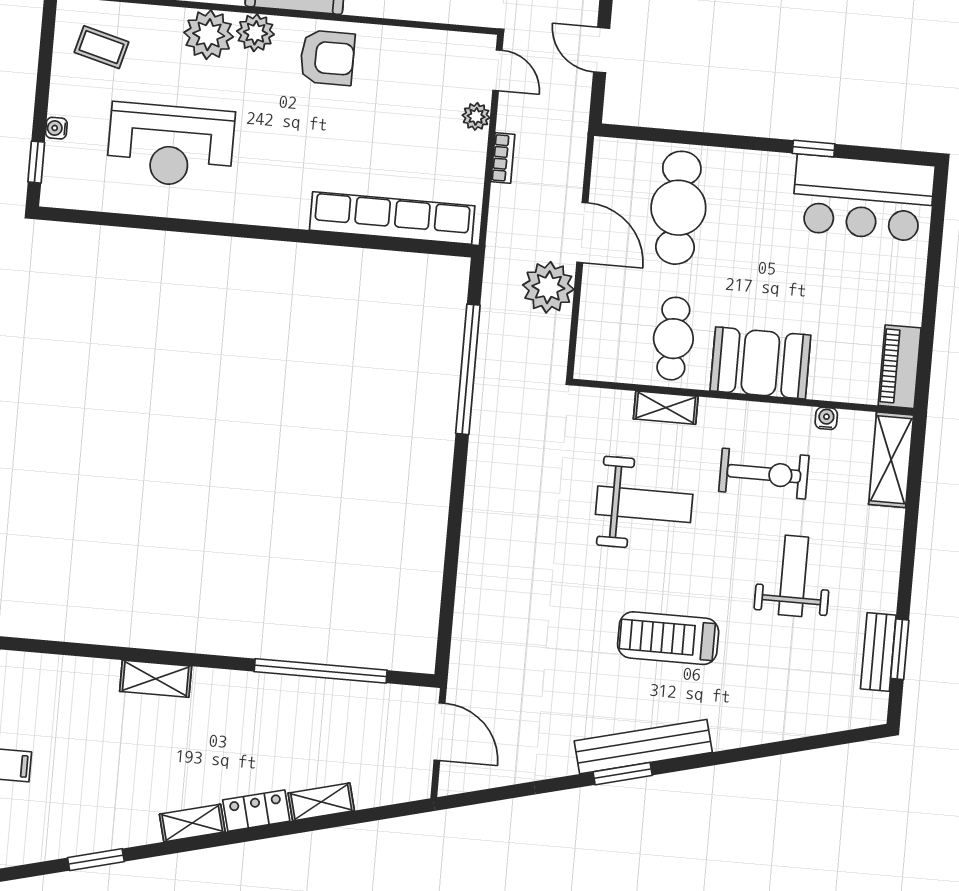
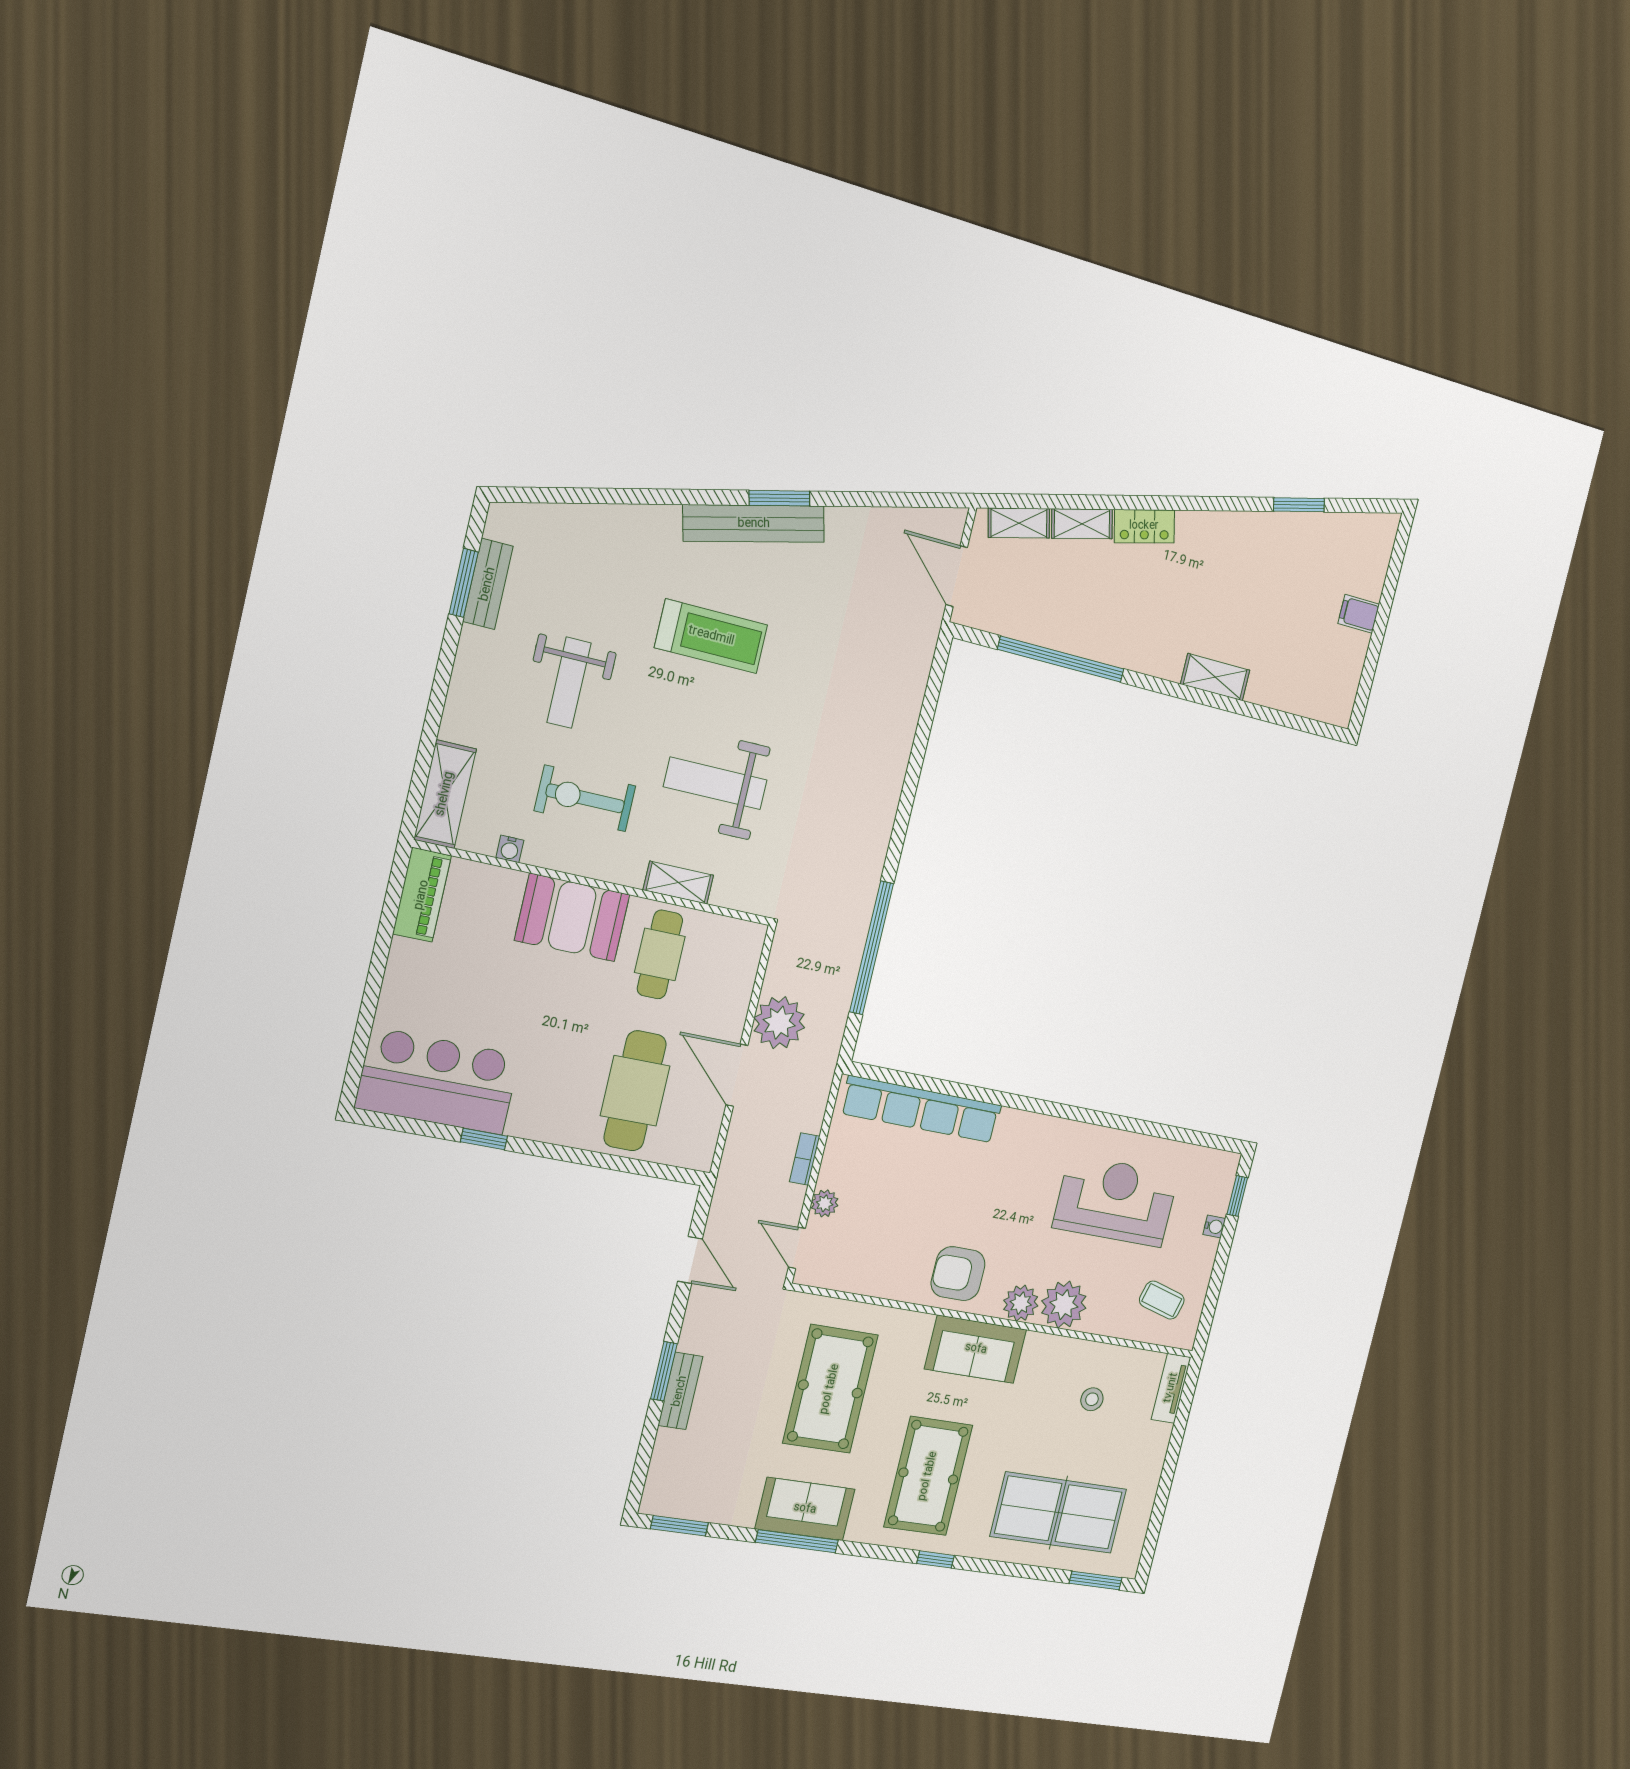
shelving: (192, 823) -> (1019, 523), moved

